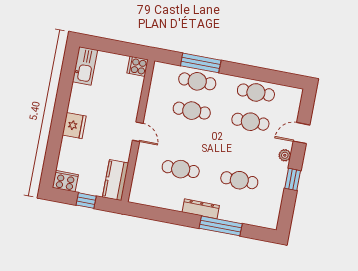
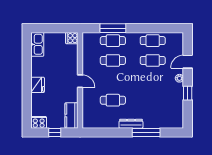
cafe table: (239, 180) -> (153, 100), removed

